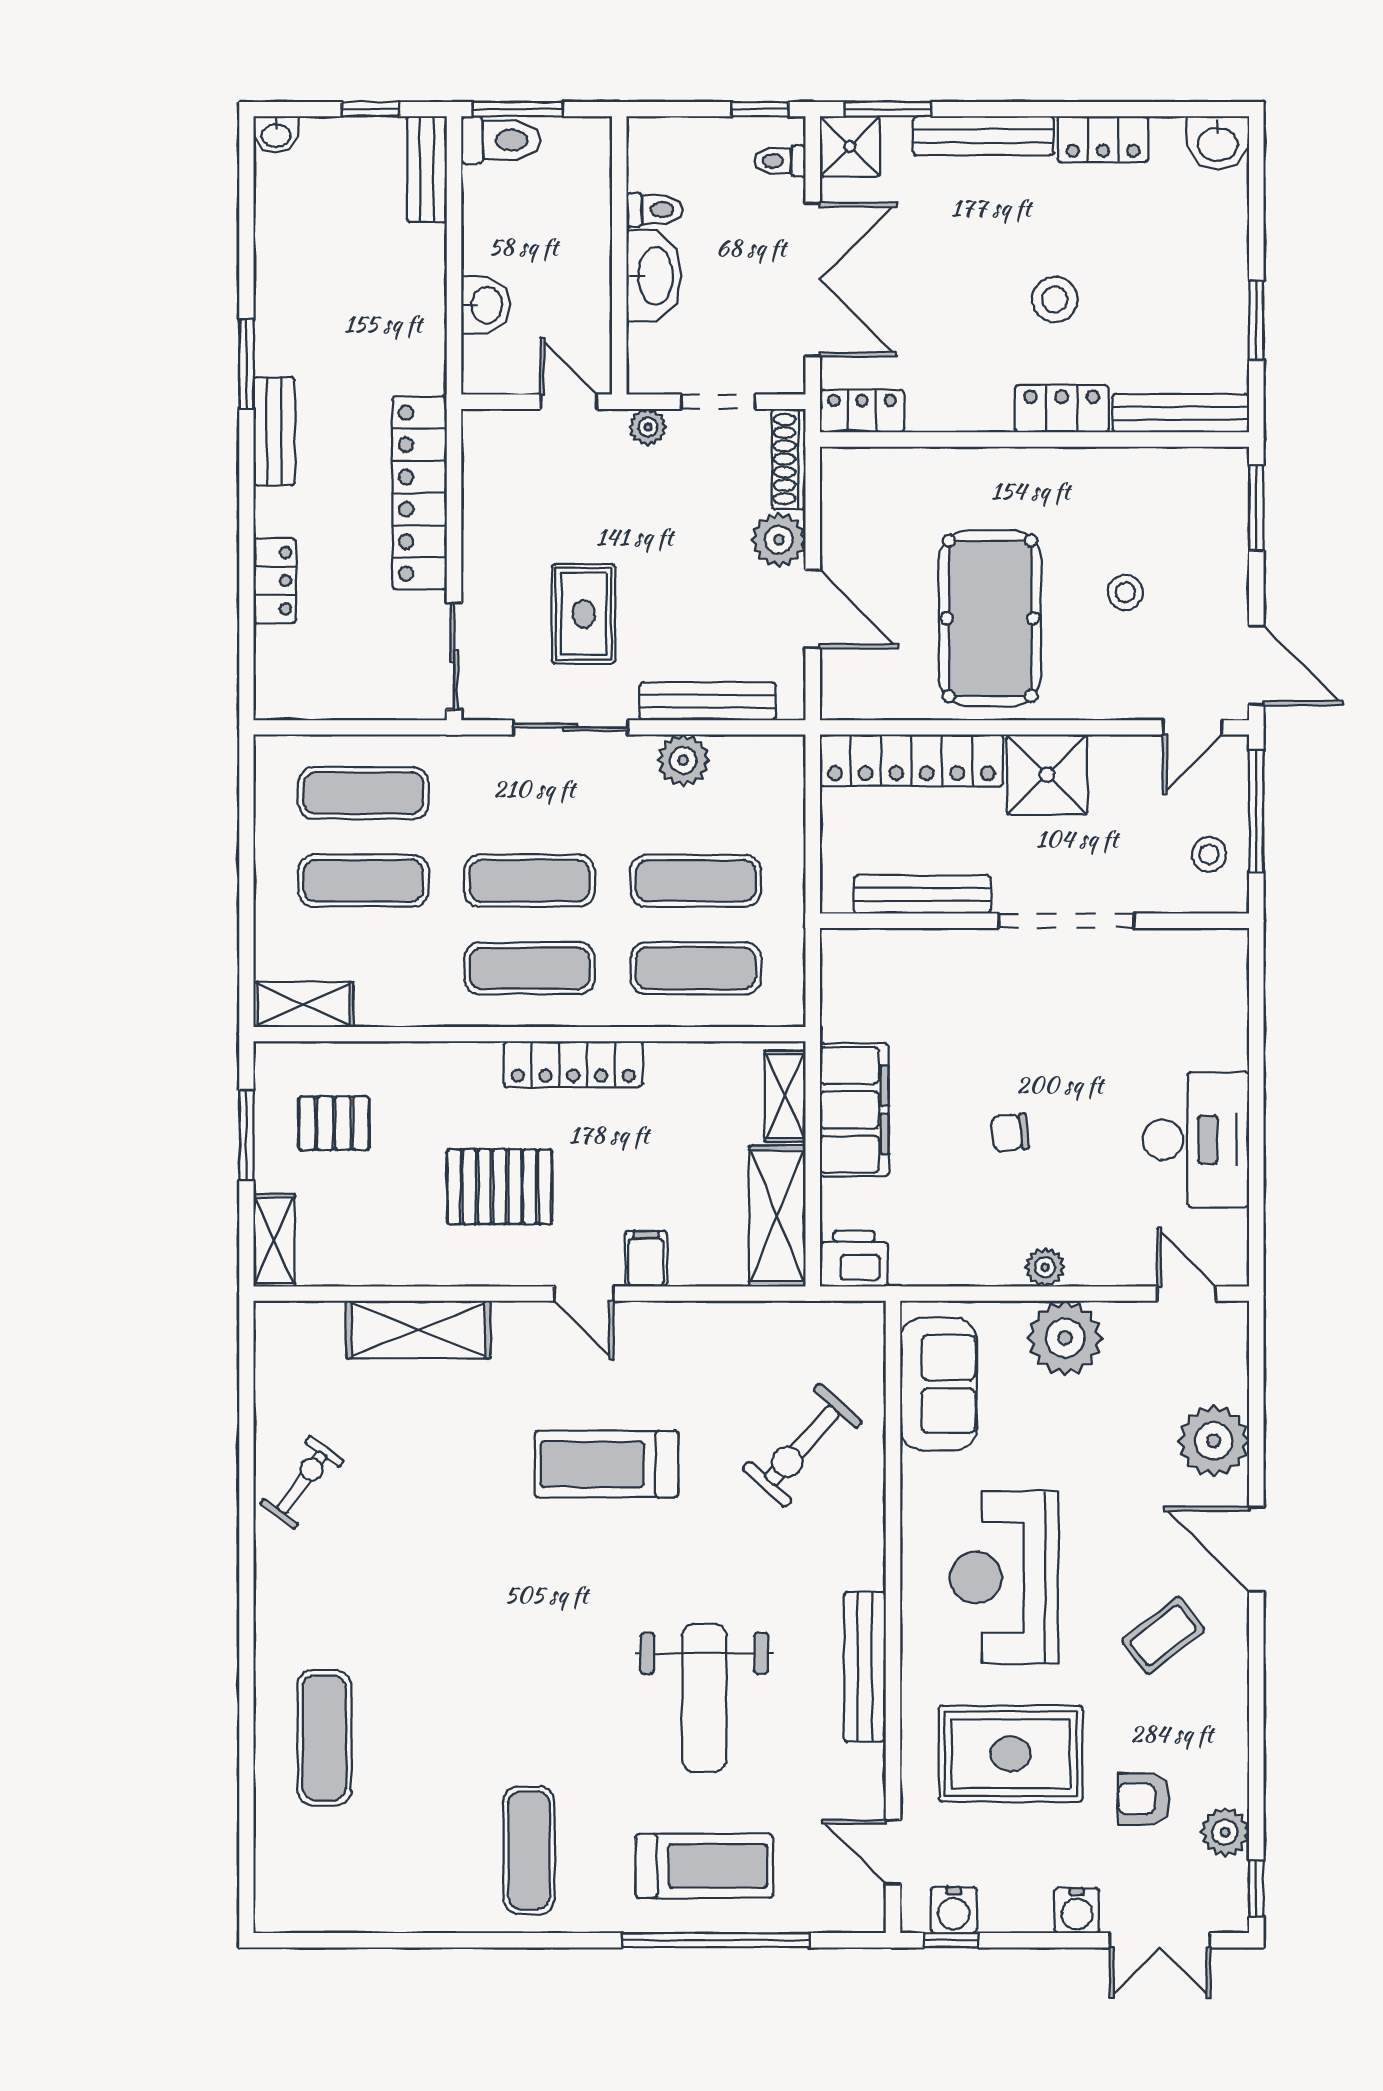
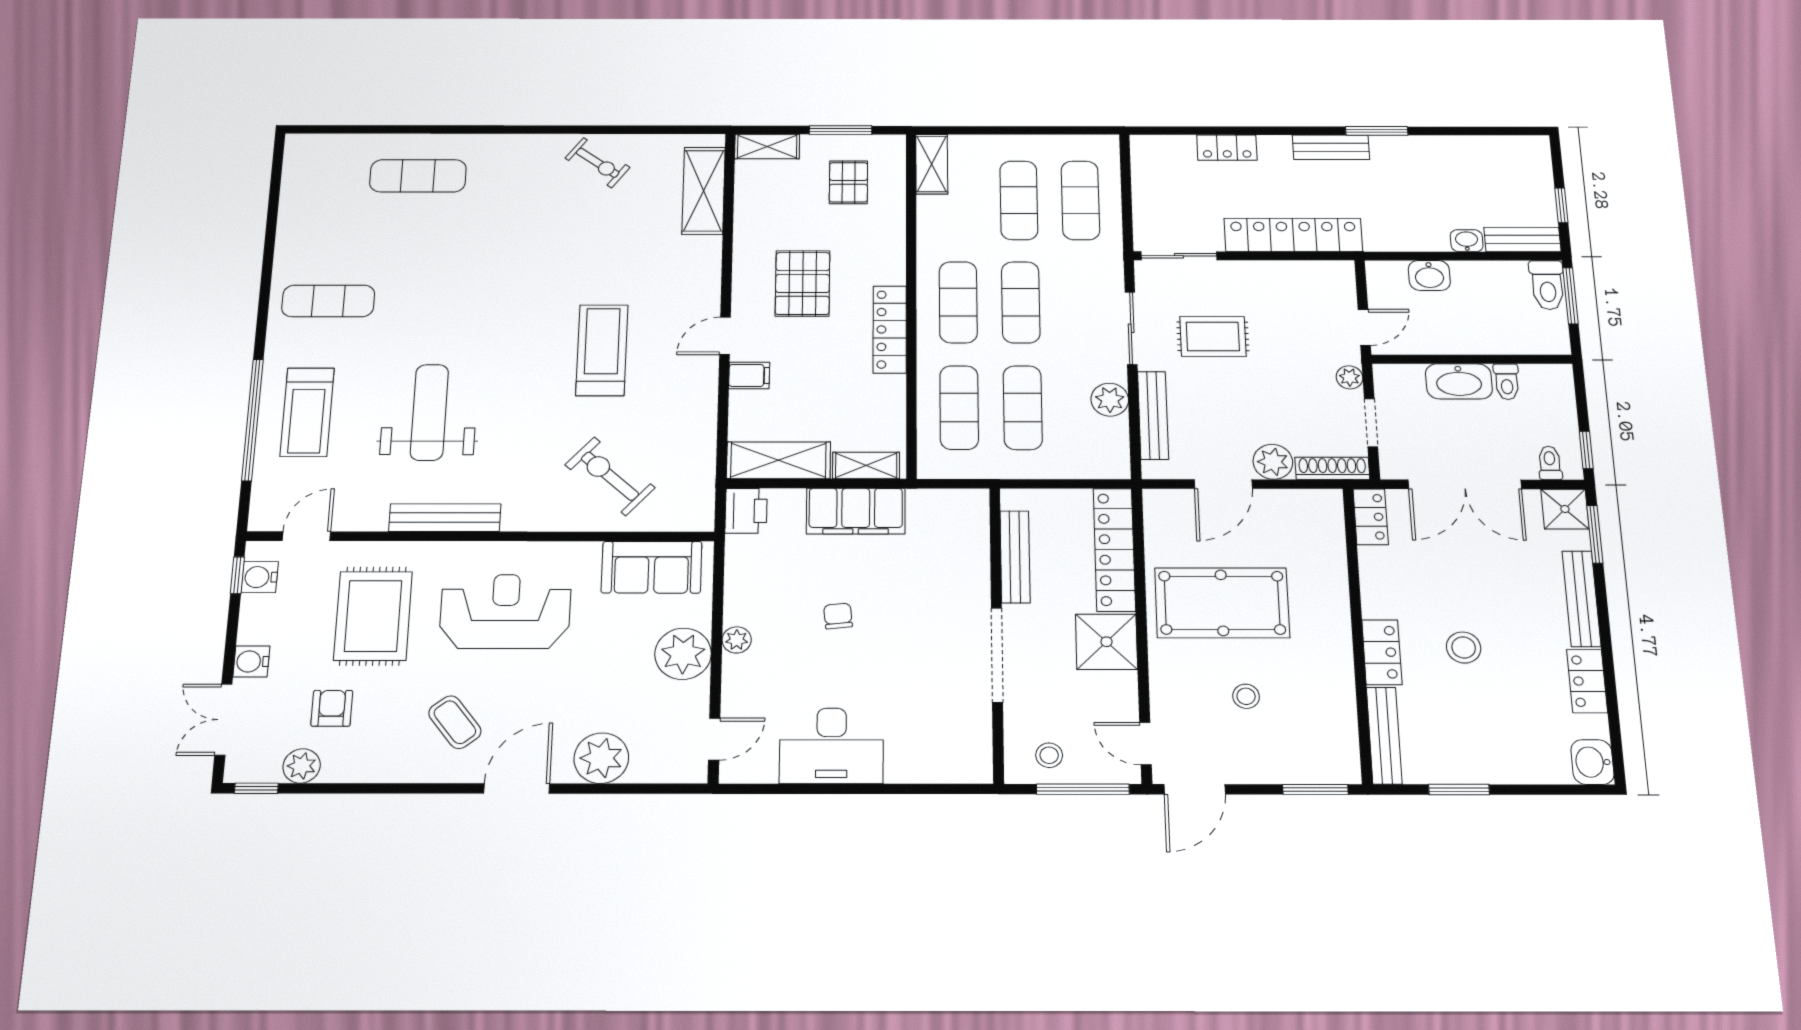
washbasin: (276, 134) -> (1467, 241), moved, turned 90
shelving: (418, 1330) -> (704, 191), moved
weight bench: (704, 1698) -> (429, 412), turned 90

